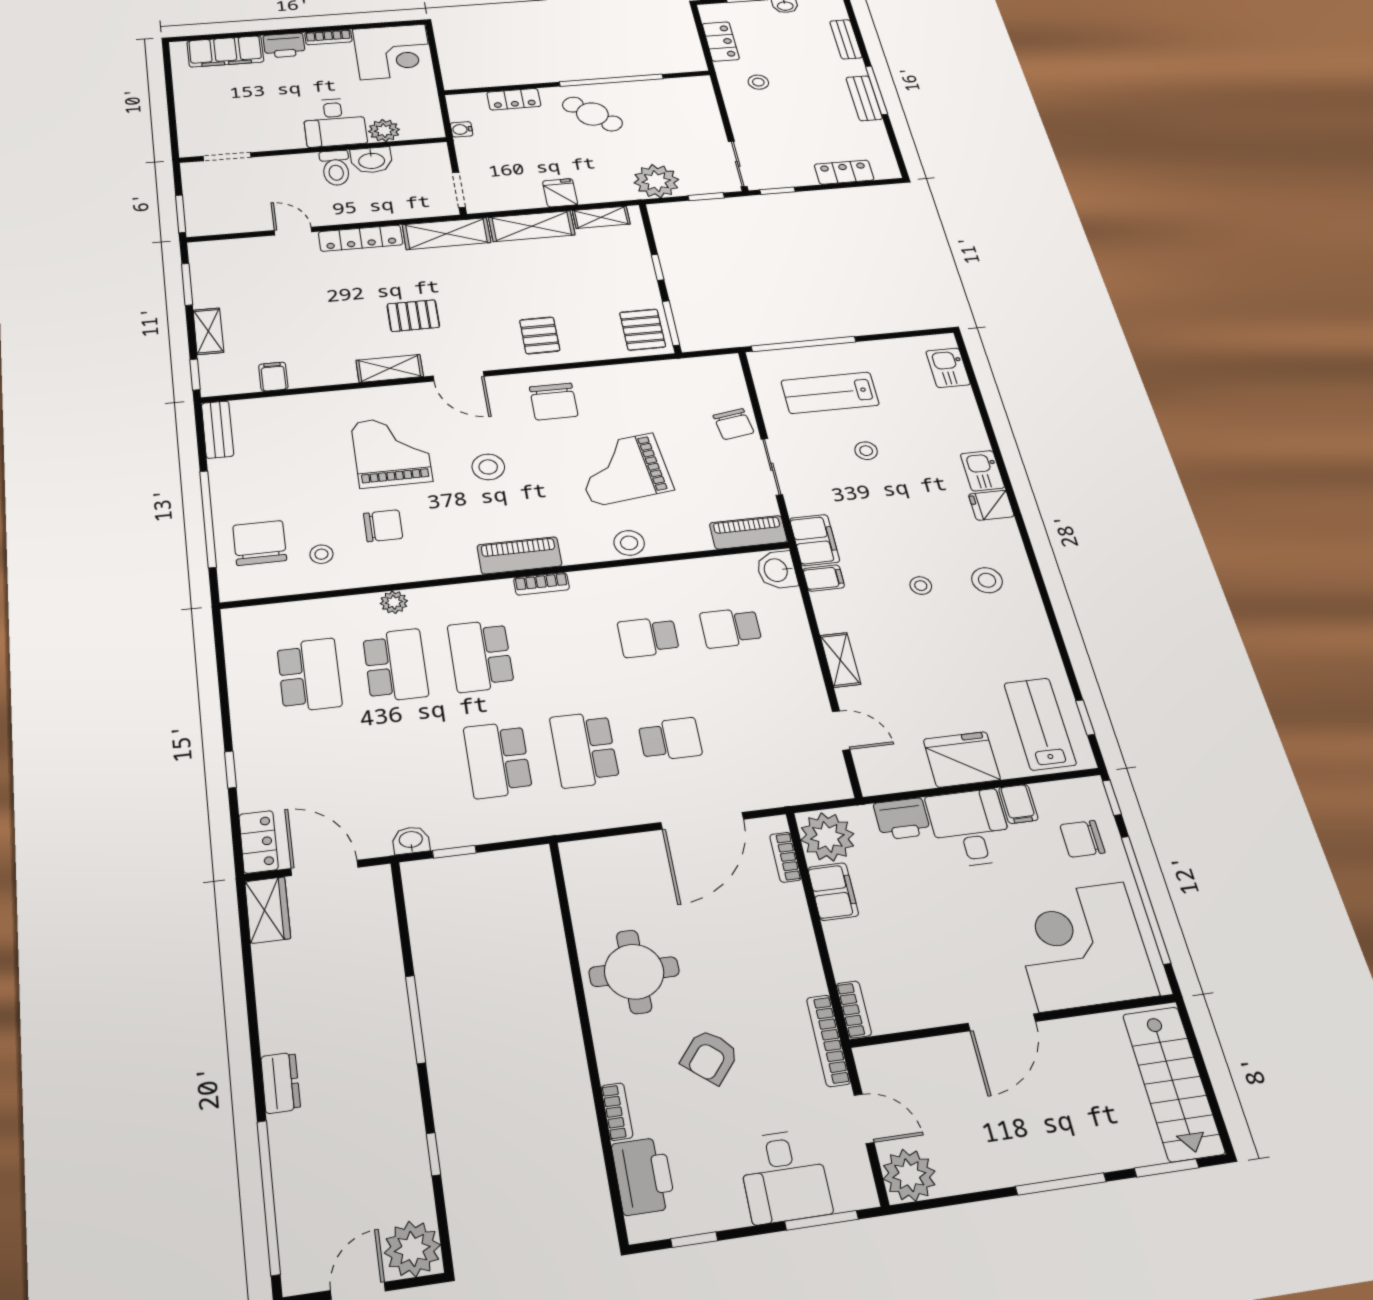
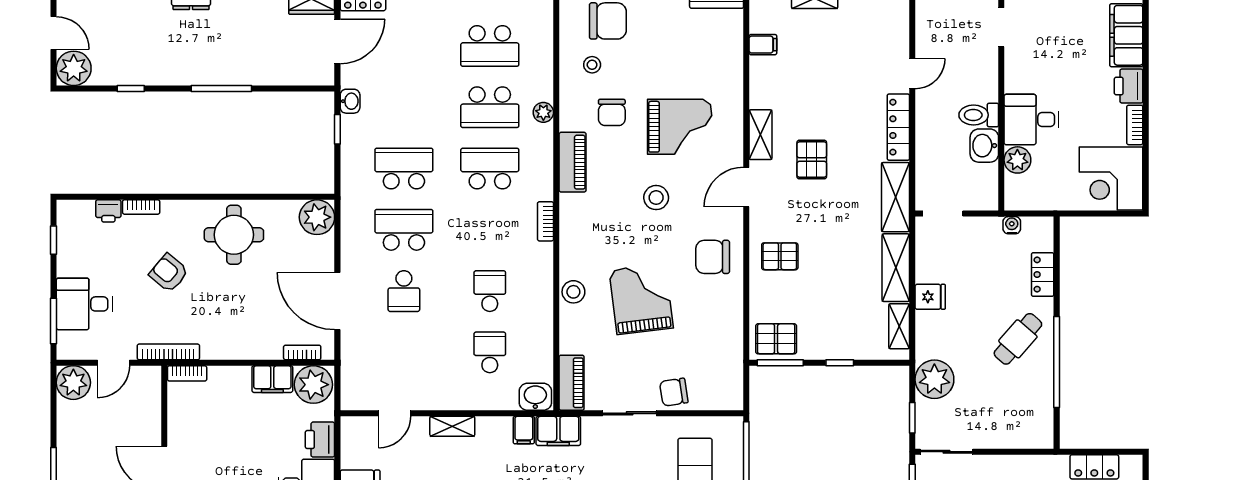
piano: (519, 555) -> (573, 162), moved
plant: (587, 862) -> (317, 217), added
printer: (644, 1176) -> (108, 211), width x0.53, depth x0.68

